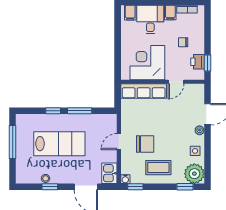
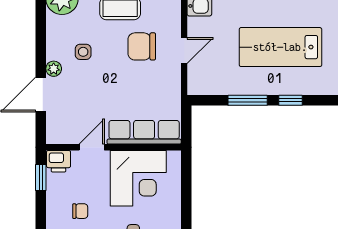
printer: (198, 62) -> (59, 161), moved, turned 90
side table: (195, 151) -> (83, 52), moved

